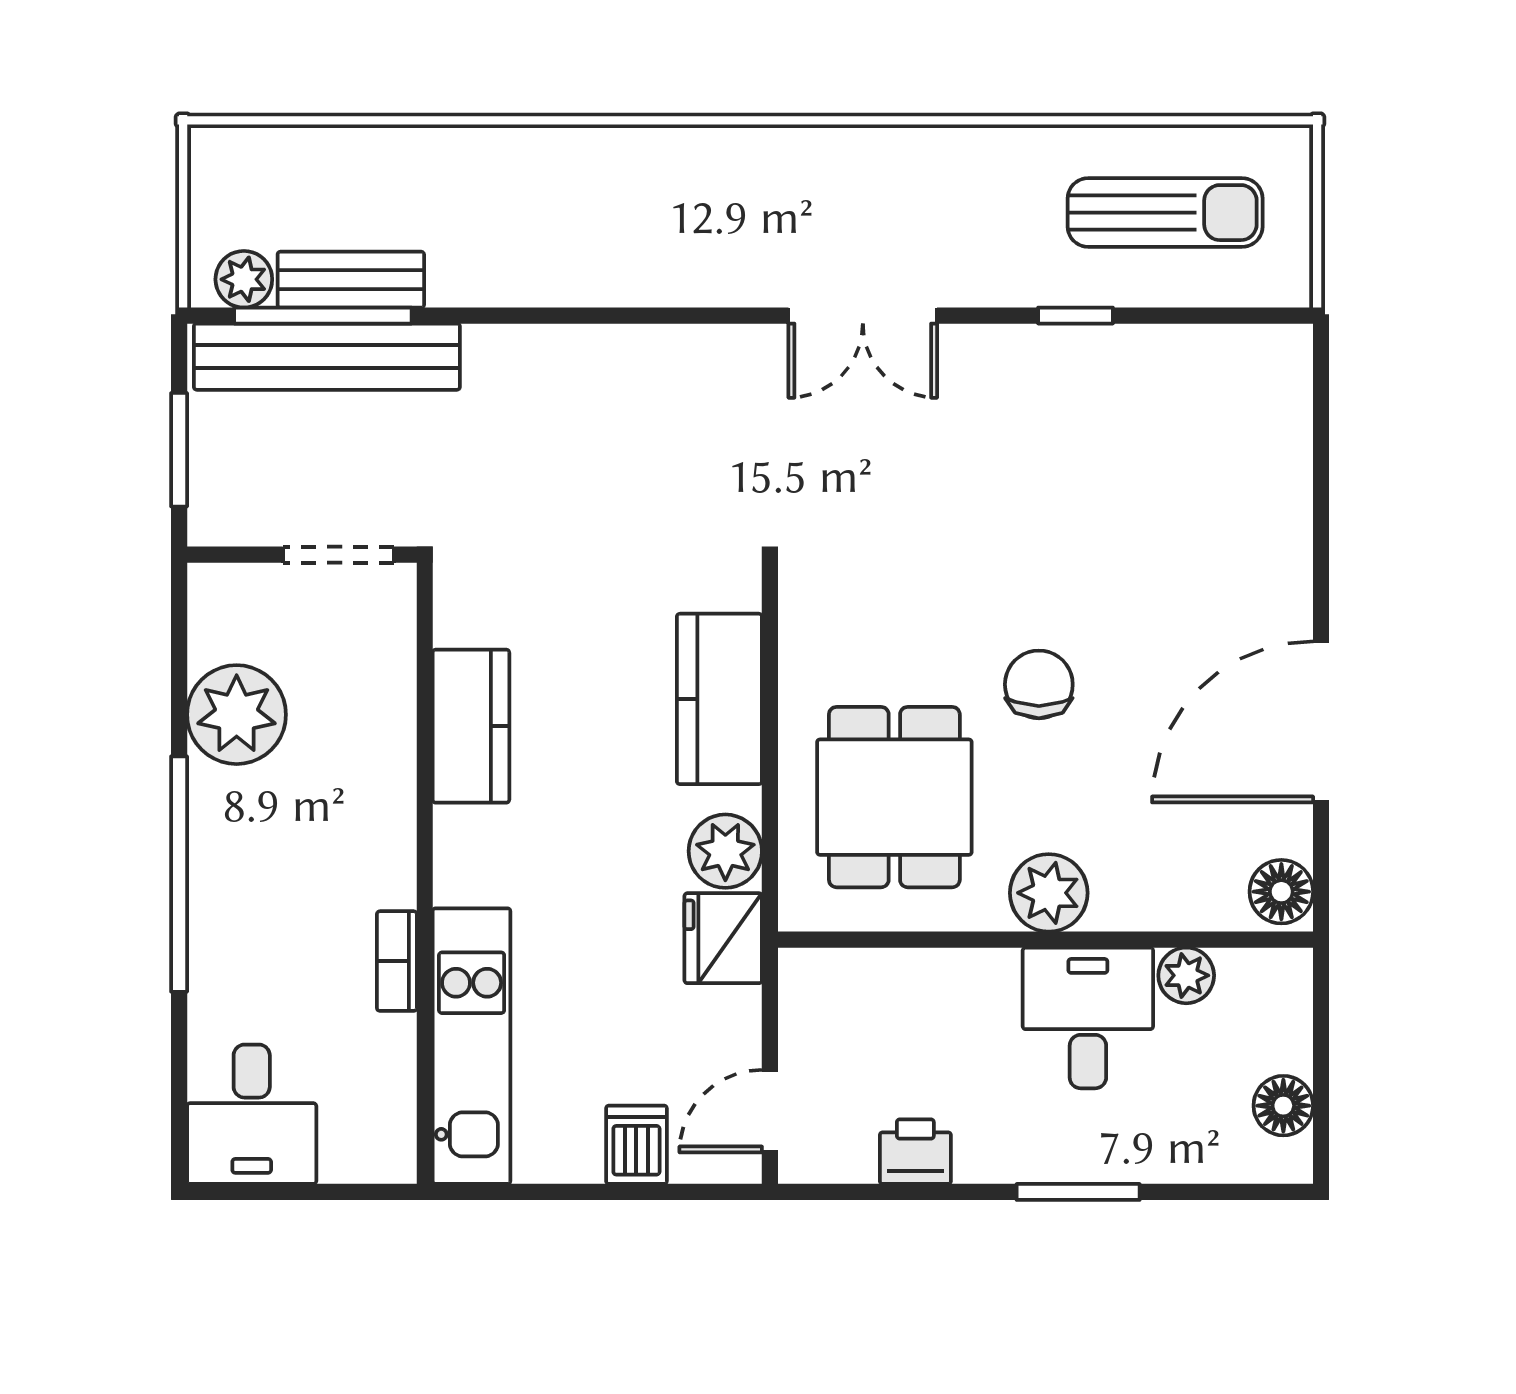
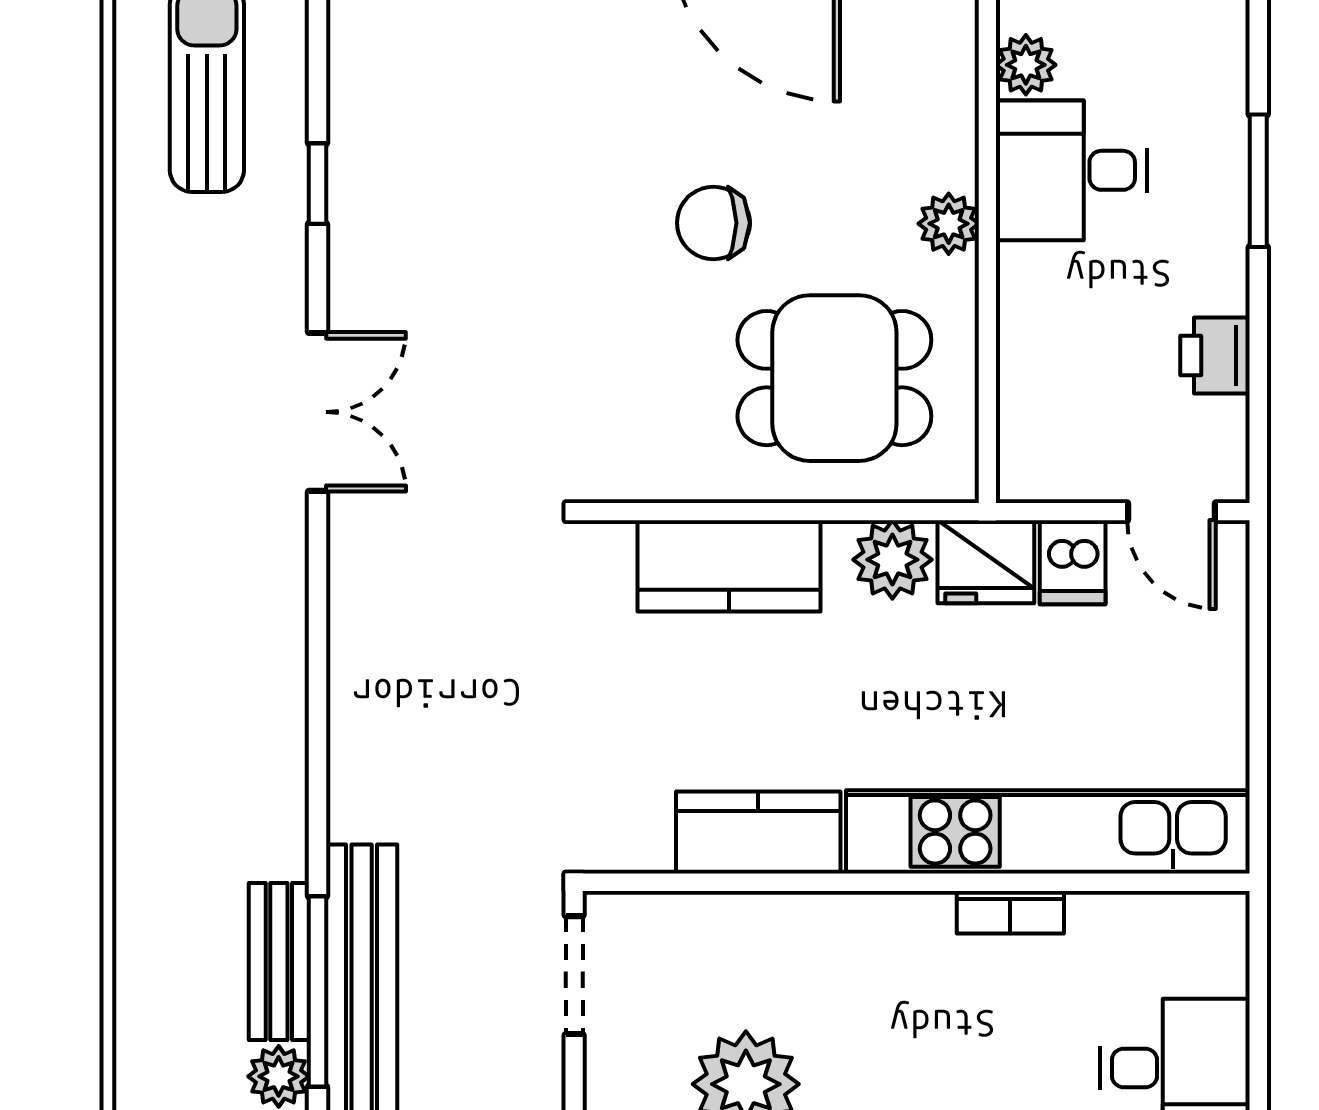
plant: (1049, 893) -> (949, 224), width x0.73, depth x0.73
kitchen unit: (472, 1046) -> (1048, 832), width x1.36
dishwasher: (636, 1145) -> (1073, 562), moved, turned -90

